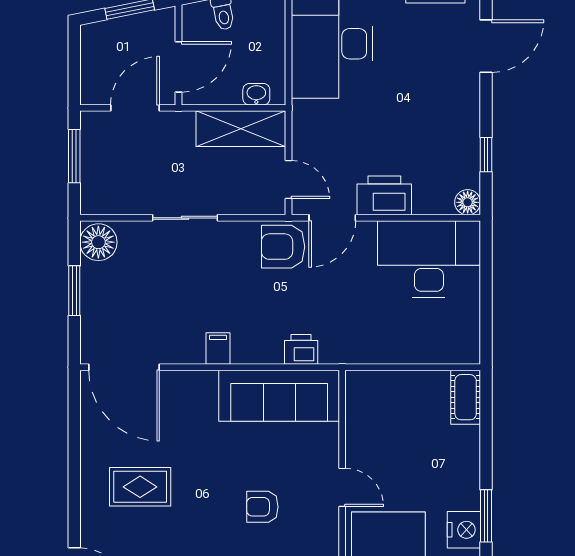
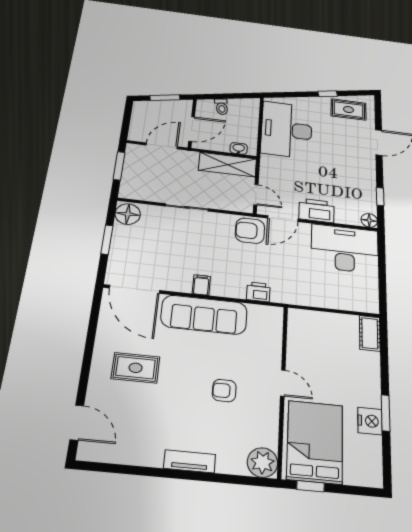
sofa: (279, 396) -> (204, 315), moved

